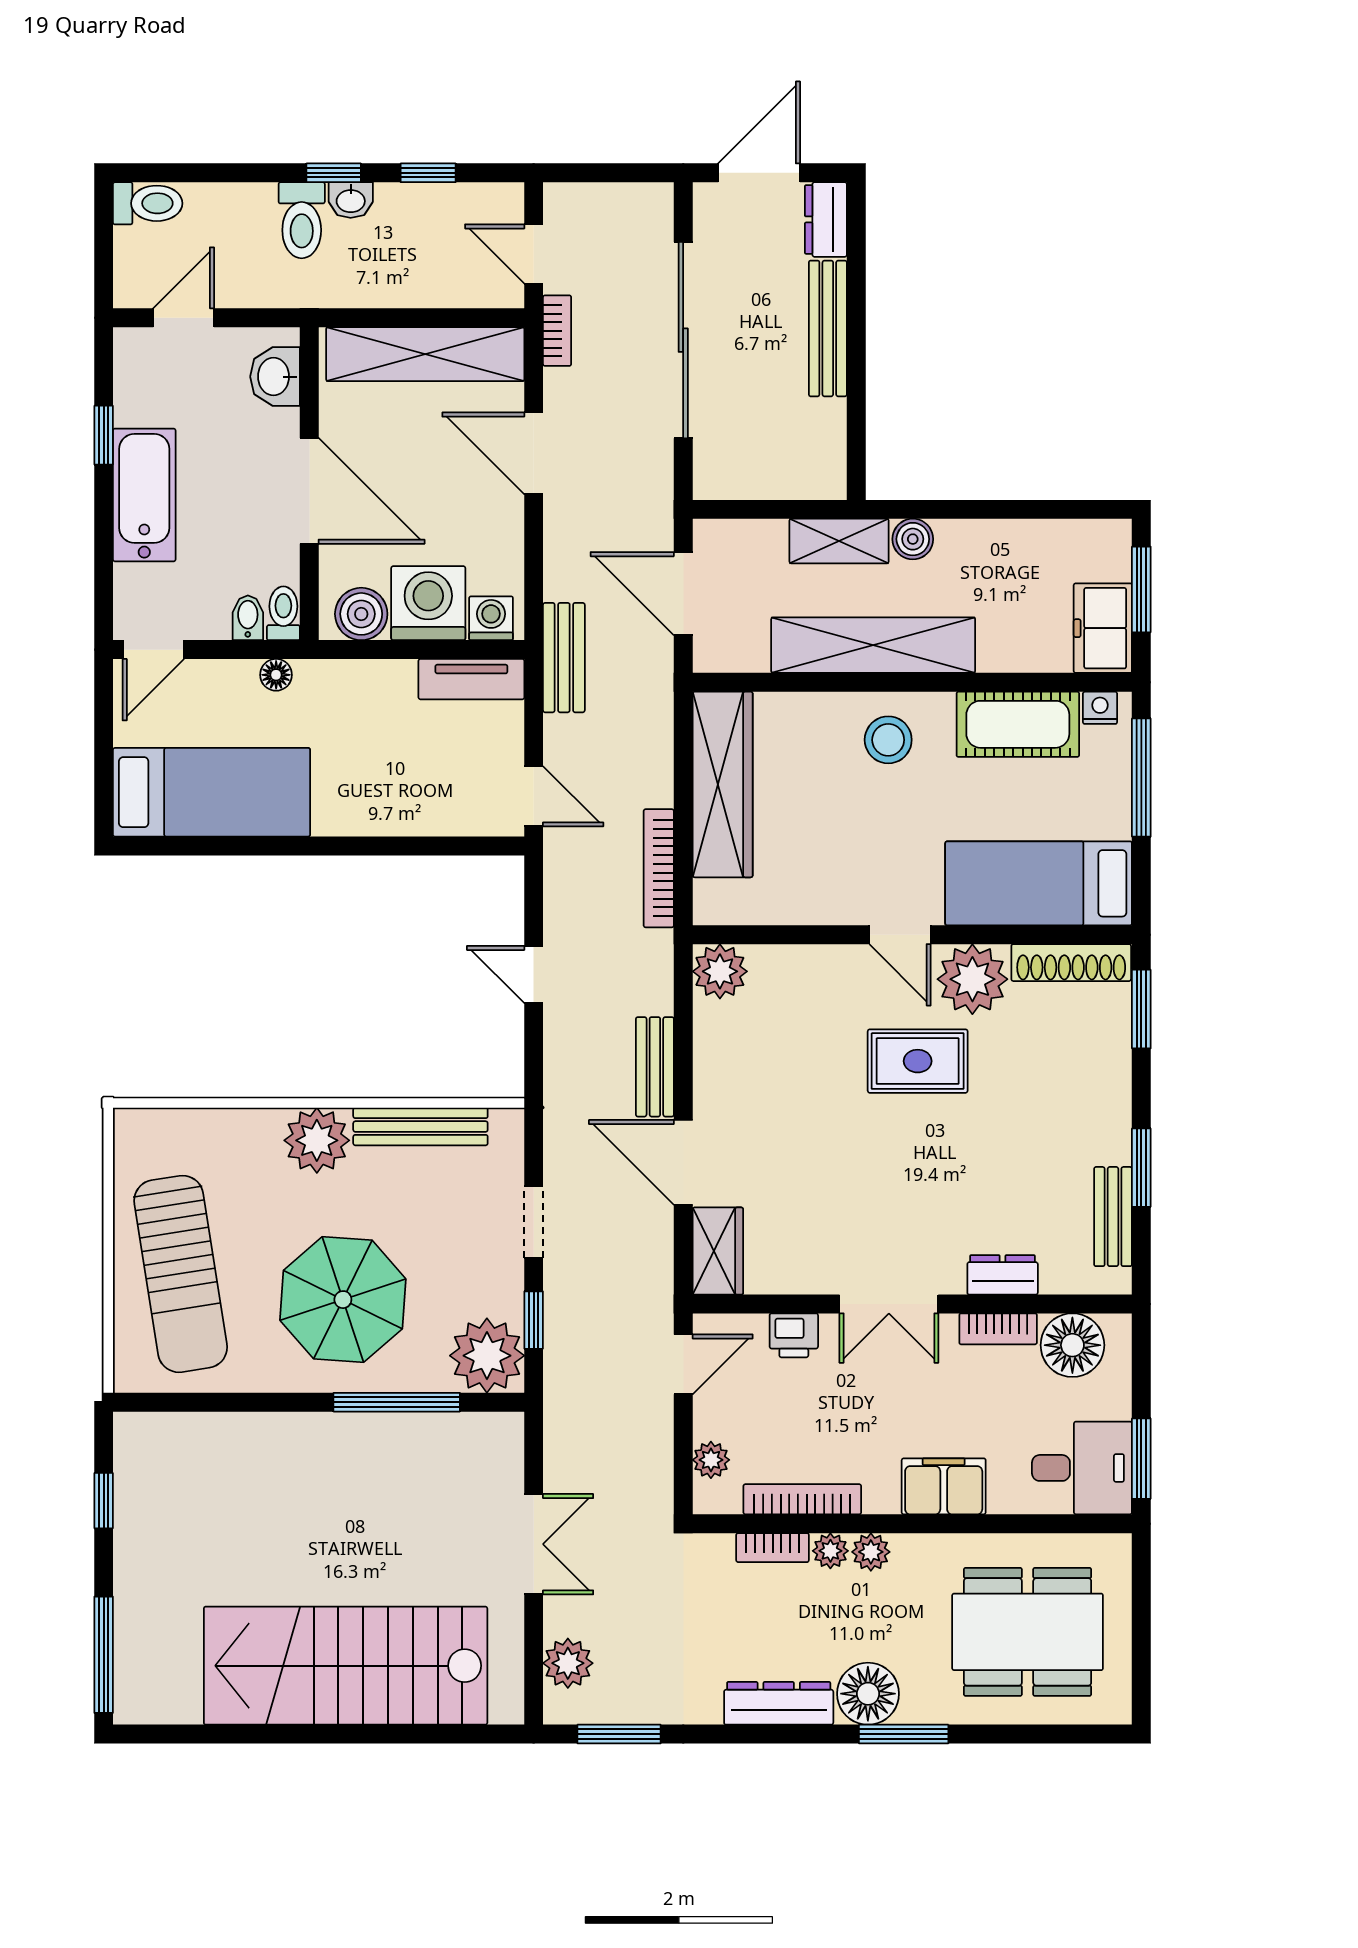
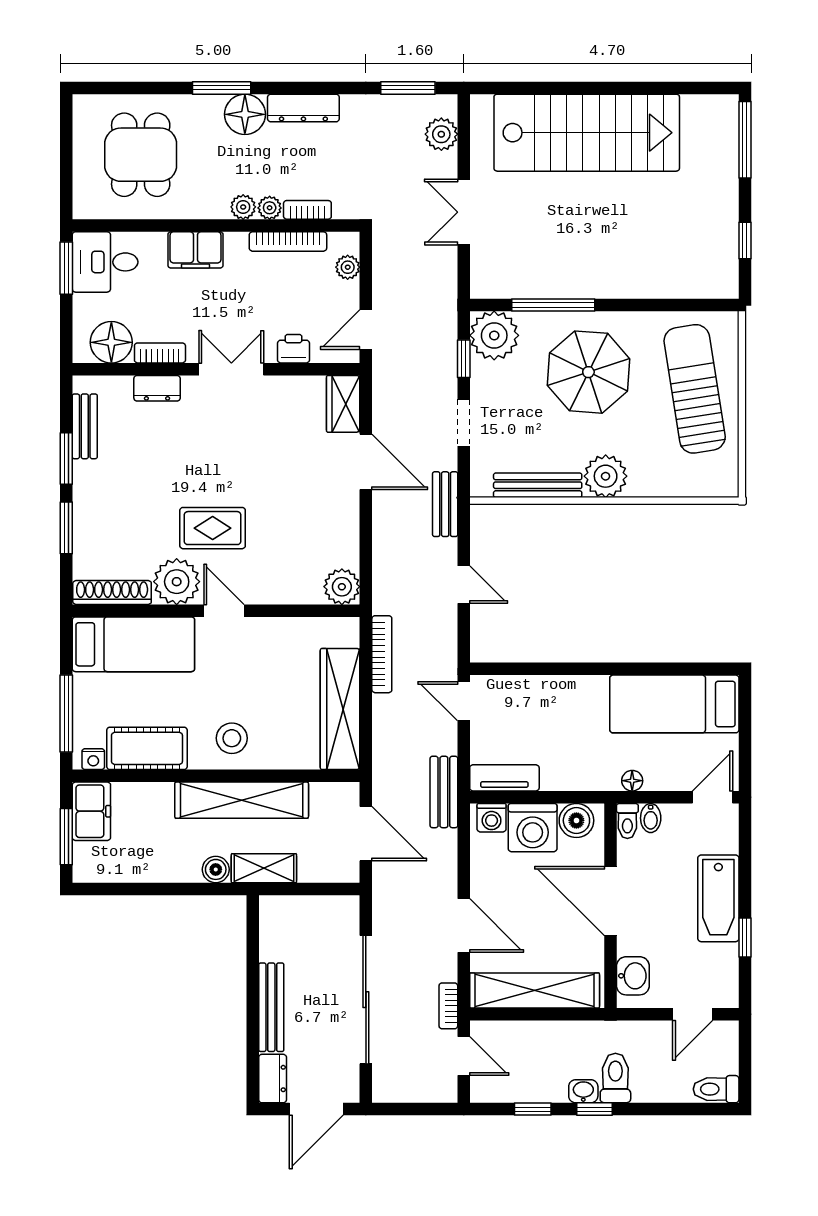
window: (1141, 1009) -> (66, 528), moved
bench: (655, 1067) -> (445, 504), moved
dining table: (1028, 1632) -> (141, 155), width x0.73

